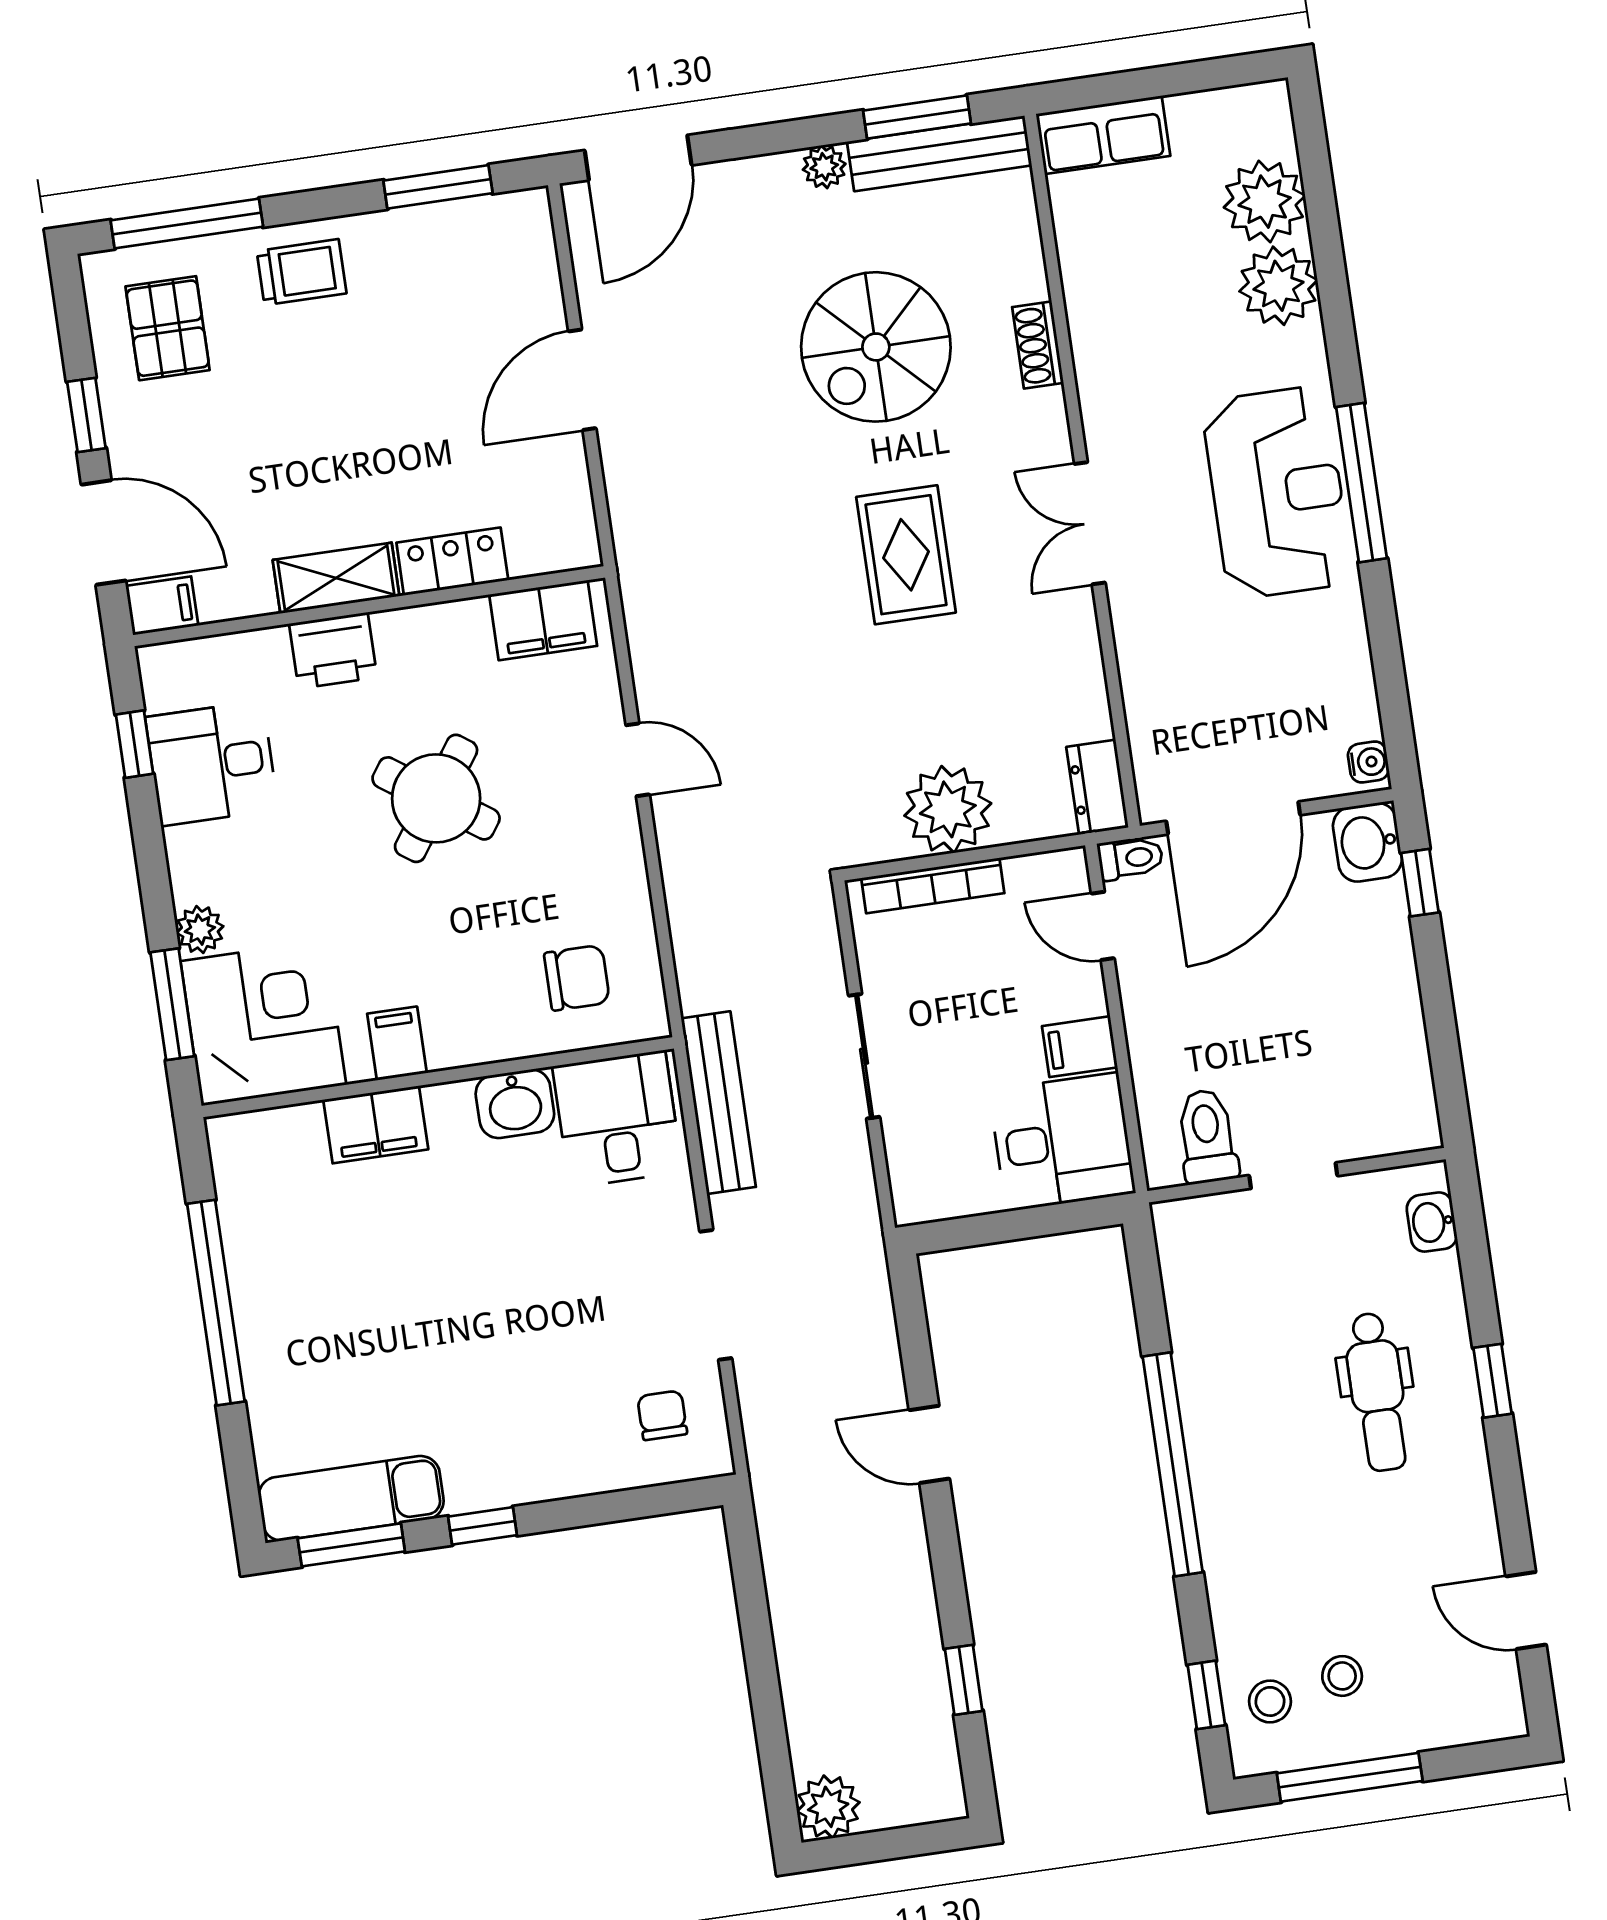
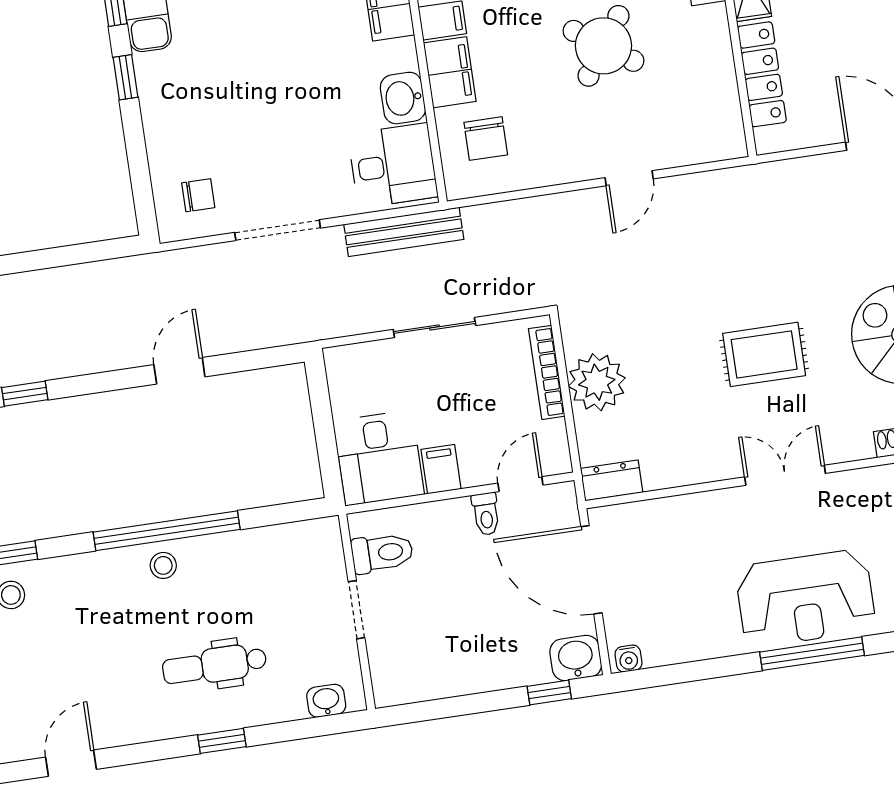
locker: (452, 561) -> (762, 74), width x1.53
filing cabinet: (543, 620) -> (450, 72), moved, turned 180
toilet: (1130, 858) -> (486, 514), moved
stool: (1342, 1676) -> (163, 565), moved

